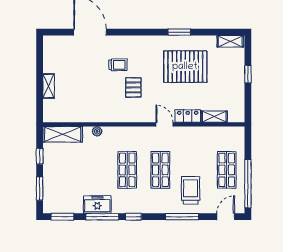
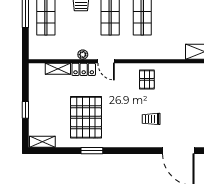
pallet: (185, 67) -> (86, 117), turned 90
pallet: (133, 87) -> (147, 79), moved
plant: (97, 131) -> (83, 55), moved

